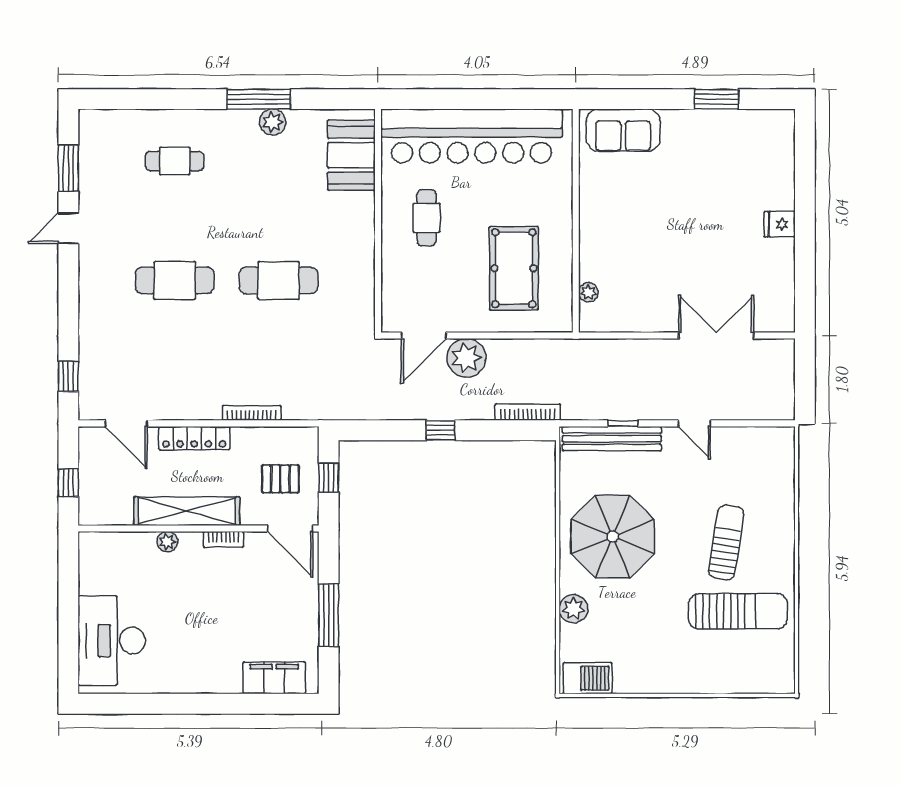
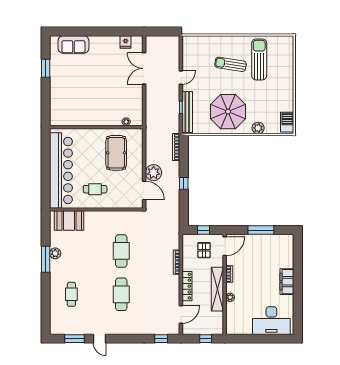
sofa: (623, 130) -> (73, 44), moved, turned 90
fridge: (780, 224) -> (126, 42), moved
pool table: (514, 268) -> (116, 153), turned 90
filing cabinet: (274, 678) -> (287, 282), moved

